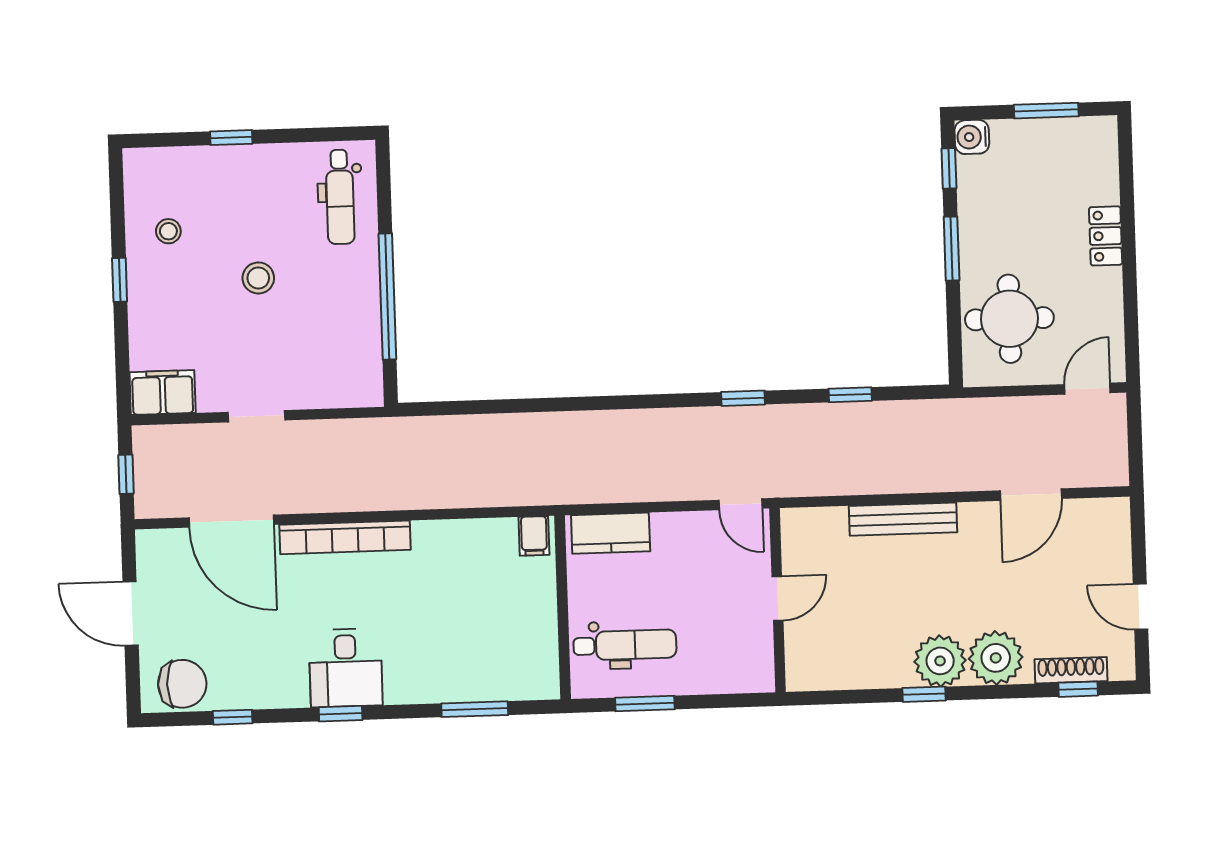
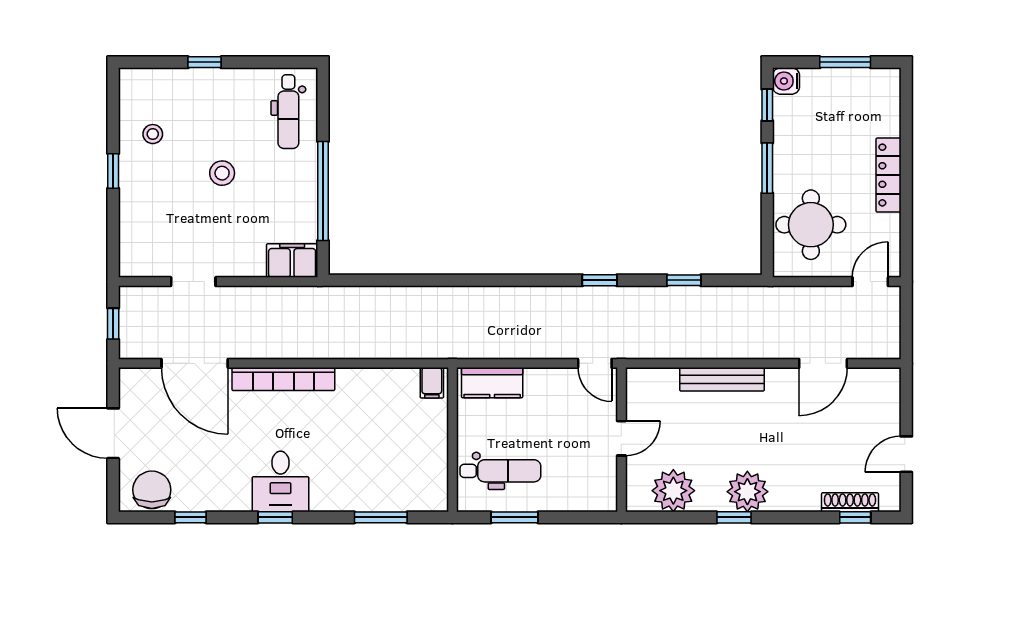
locker: (1106, 236) -> (888, 175), width x1.53
filing cabinet: (163, 392) -> (292, 261), moved
doorway: (256, 416) -> (193, 282), moved
door: (1140, 607) -> (906, 454), hinge flipped
plant: (996, 658) -> (673, 491), moved
chair: (182, 684) -> (152, 490), turned -90

